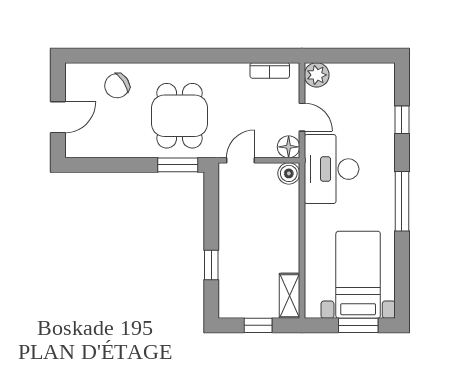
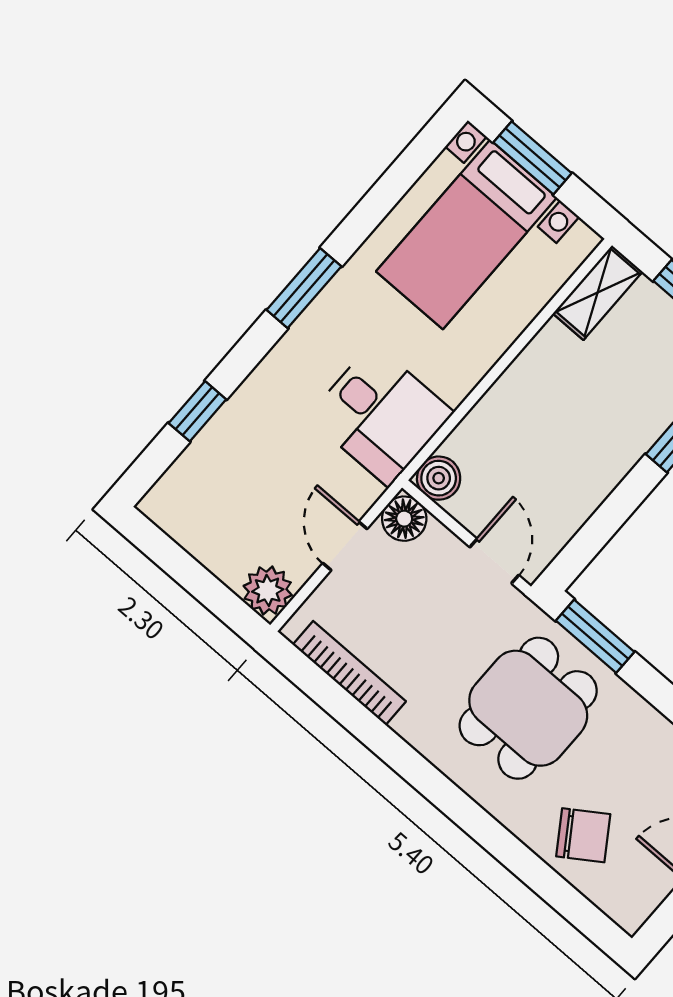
bookcase: (270, 70) -> (349, 673), width x1.56
door: (241, 160) -> (494, 561), swing flipped
desk: (332, 169) -> (381, 415), width x0.73
window: (402, 201) -> (304, 288), width x0.69

